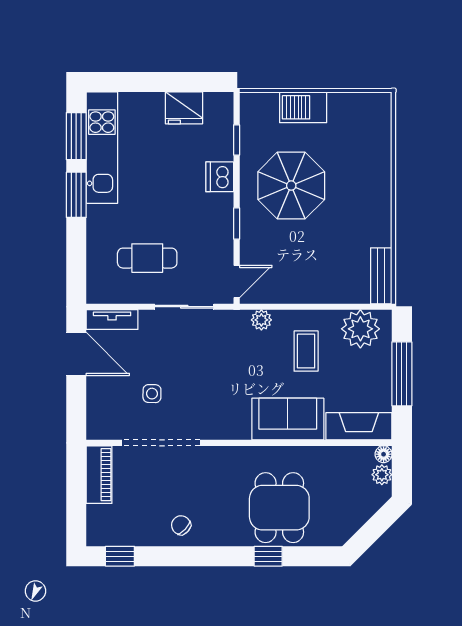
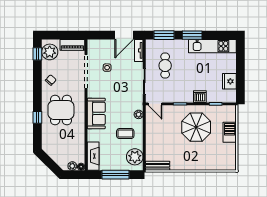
window: (76, 136) -> (164, 35), moved
sofa: (288, 419) -> (96, 113), moved
dining table: (279, 508) -> (61, 110), moved, turned 90
plant: (115, 528) -> (50, 52), added

